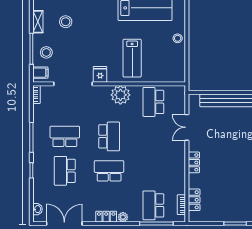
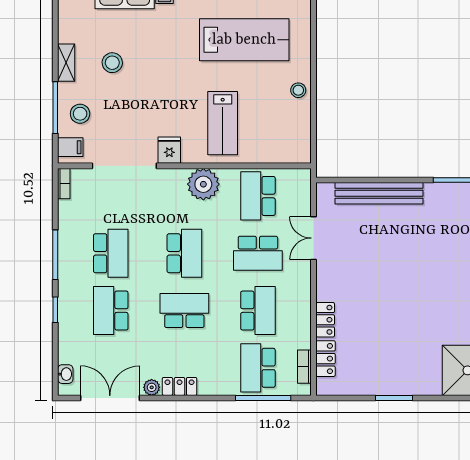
school desk: (65, 136) -> (111, 253), turned 90
school desk: (153, 136) -> (258, 253), added
locker: (194, 162) -> (325, 320), moved
school desk: (153, 171) -> (258, 311), added
plant: (123, 217) -> (152, 387), moved

